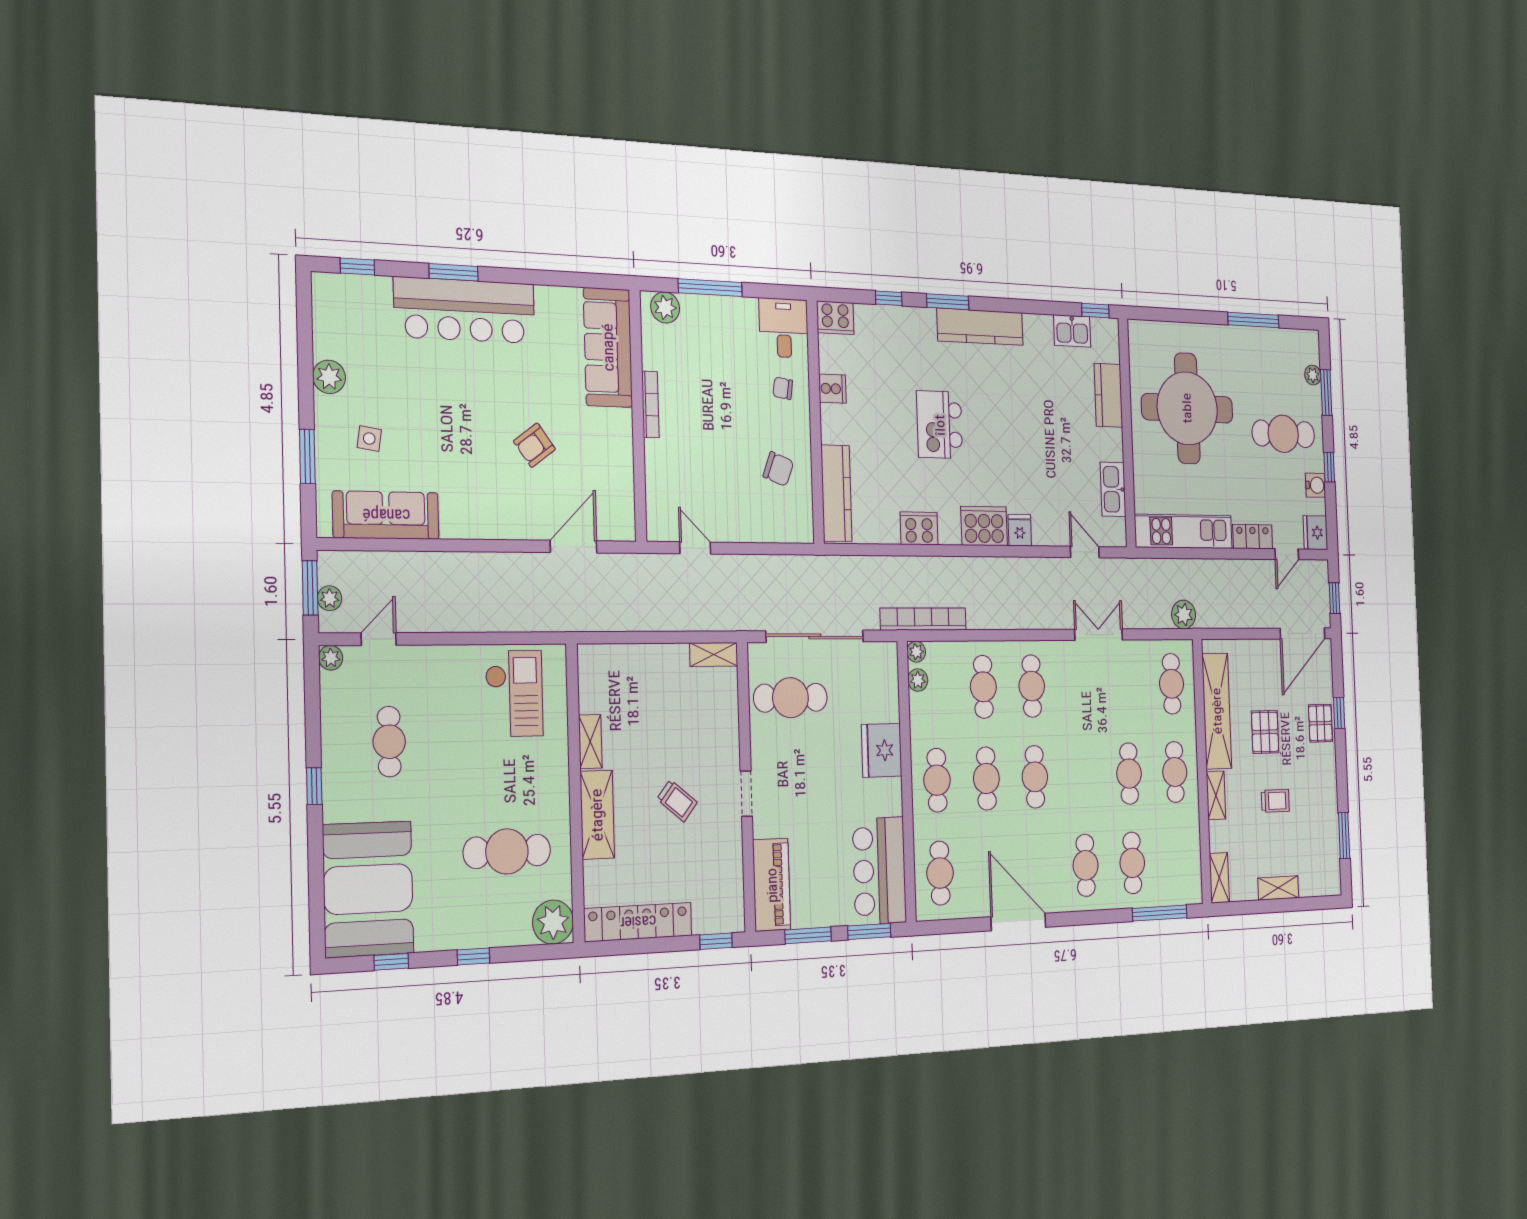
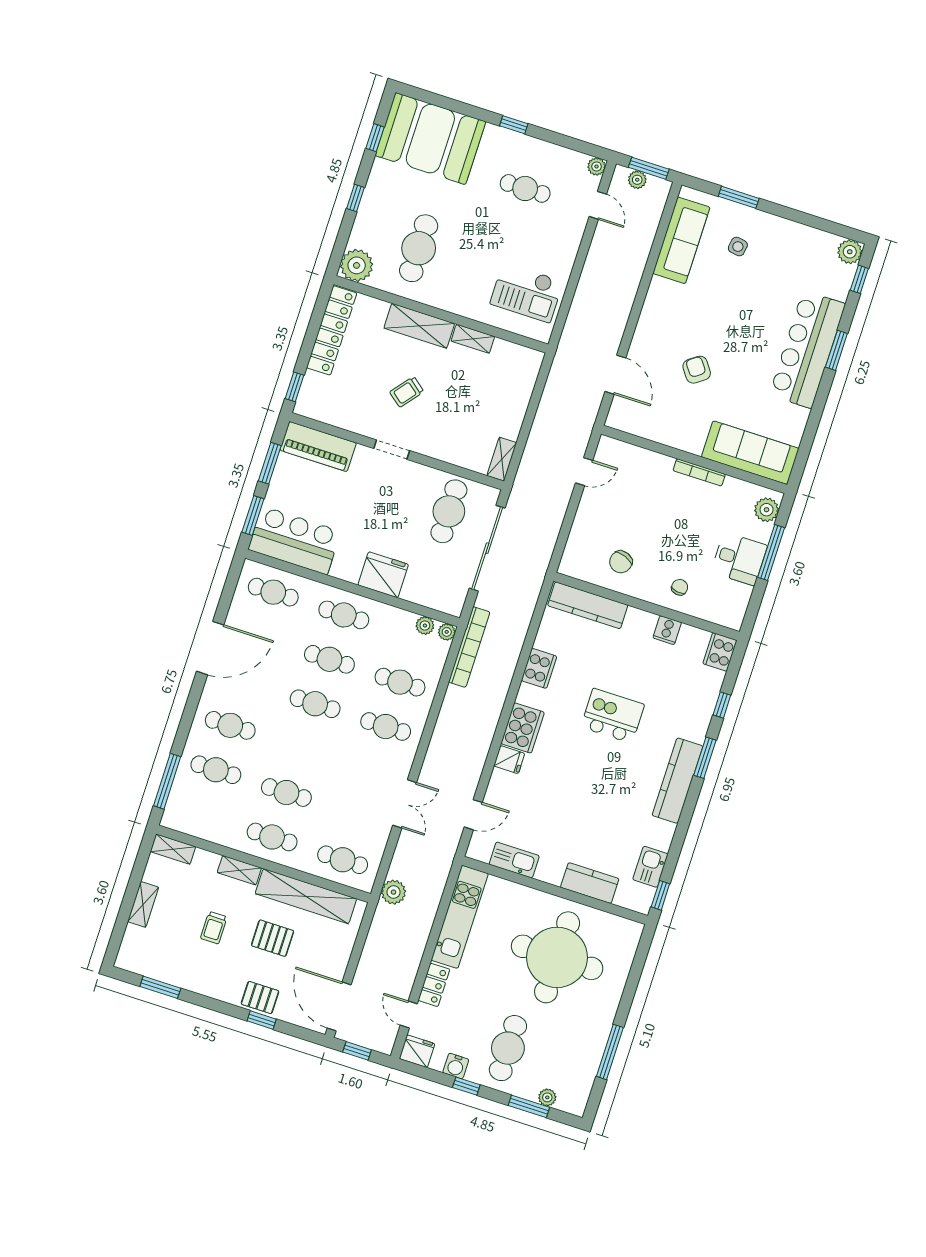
desk: (784, 328) -> (739, 559), moved
plant: (329, 377) -> (850, 252), moved

